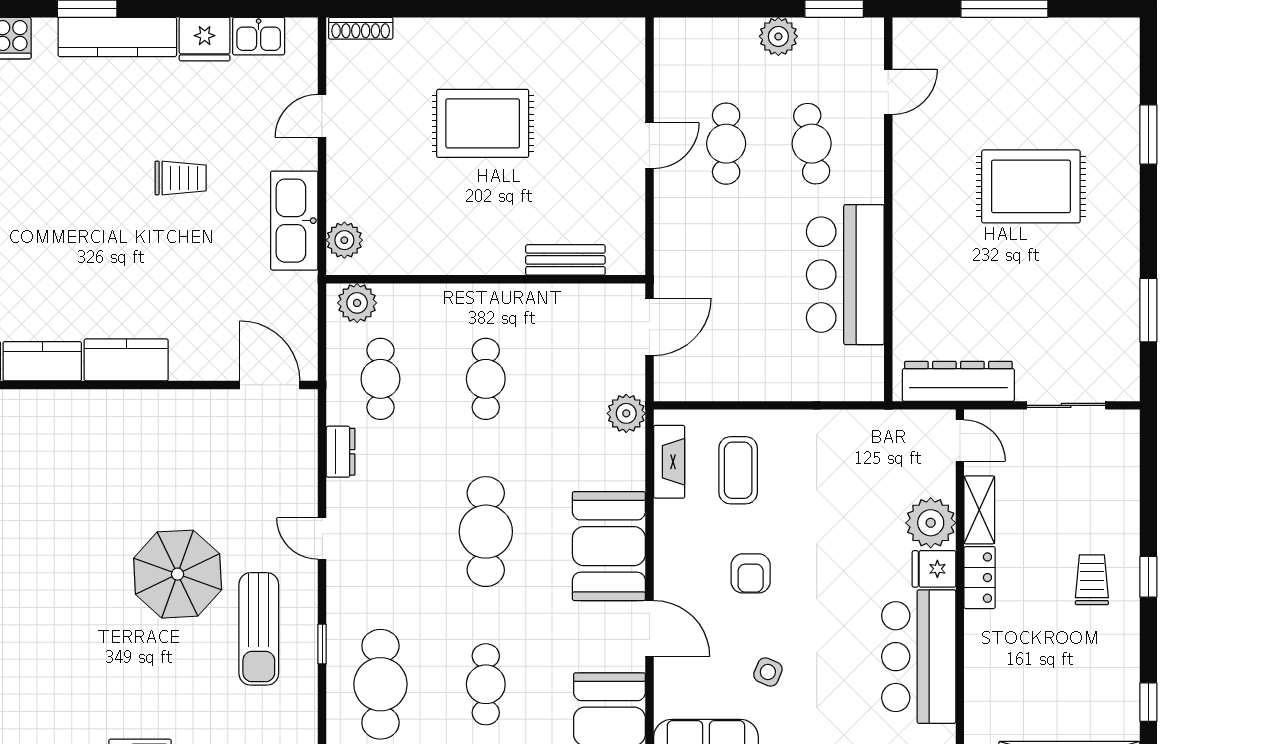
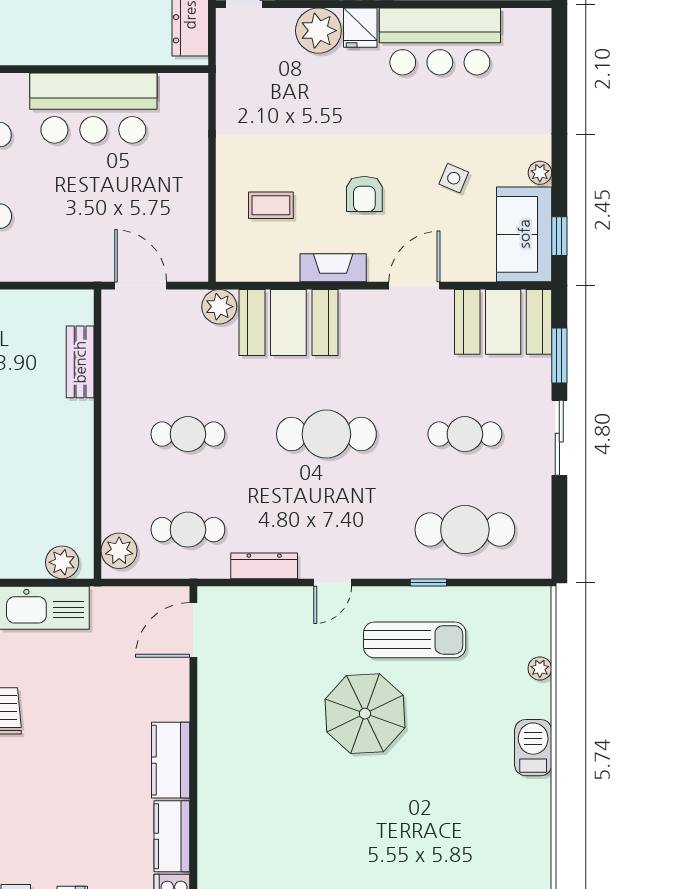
dresser: (341, 452) -> (264, 566), width x1.44
fireplace: (669, 462) -> (333, 268), moved
coffee table: (738, 470) -> (271, 205), width x0.73, depth x0.77
booth: (609, 546) -> (288, 322), moved
armchair: (751, 573) -> (364, 194), turned 90

